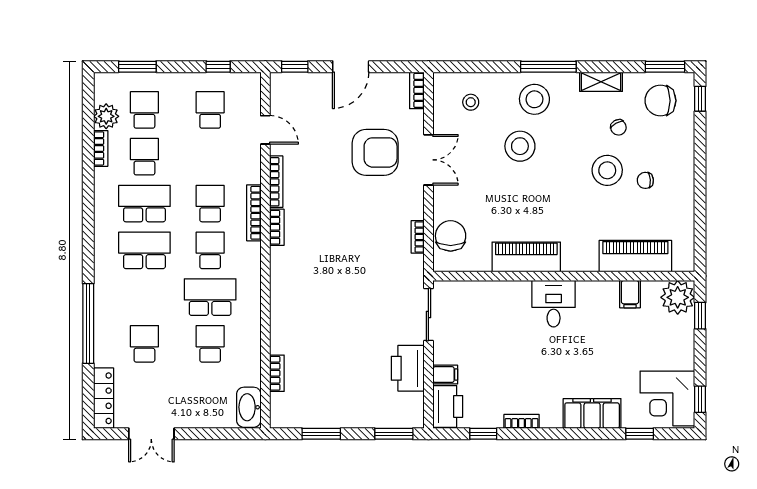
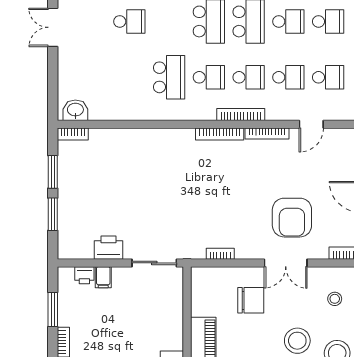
bookcase: (277, 227) -> (220, 134), width x1.56
chair: (451, 236) -> (251, 300), moved
school desk: (210, 344) -> (288, 77), moved
printer: (408, 368) -> (109, 248), width x0.73, depth x0.84
bookcase: (277, 373) -> (73, 134), moved
printer: (448, 406) -> (84, 275), width x0.53, depth x0.68
washbasin: (249, 407) -> (75, 110), width x0.72
window: (394, 434) -> (53, 214), moved
window: (483, 434) -> (53, 309), width x1.50

